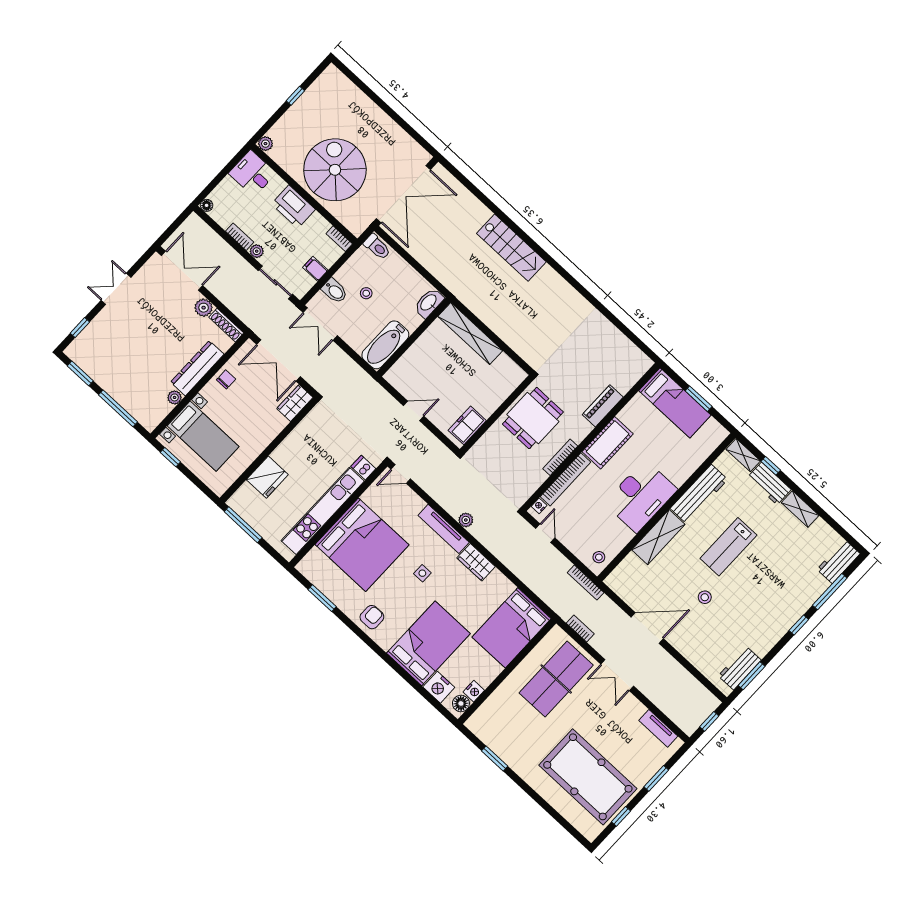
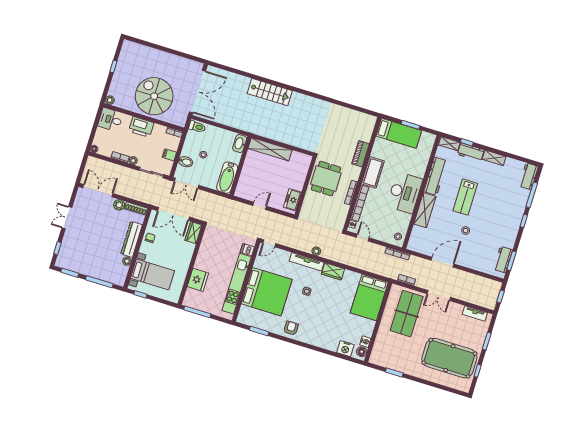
bed: (428, 643) -> (328, 328), removed

